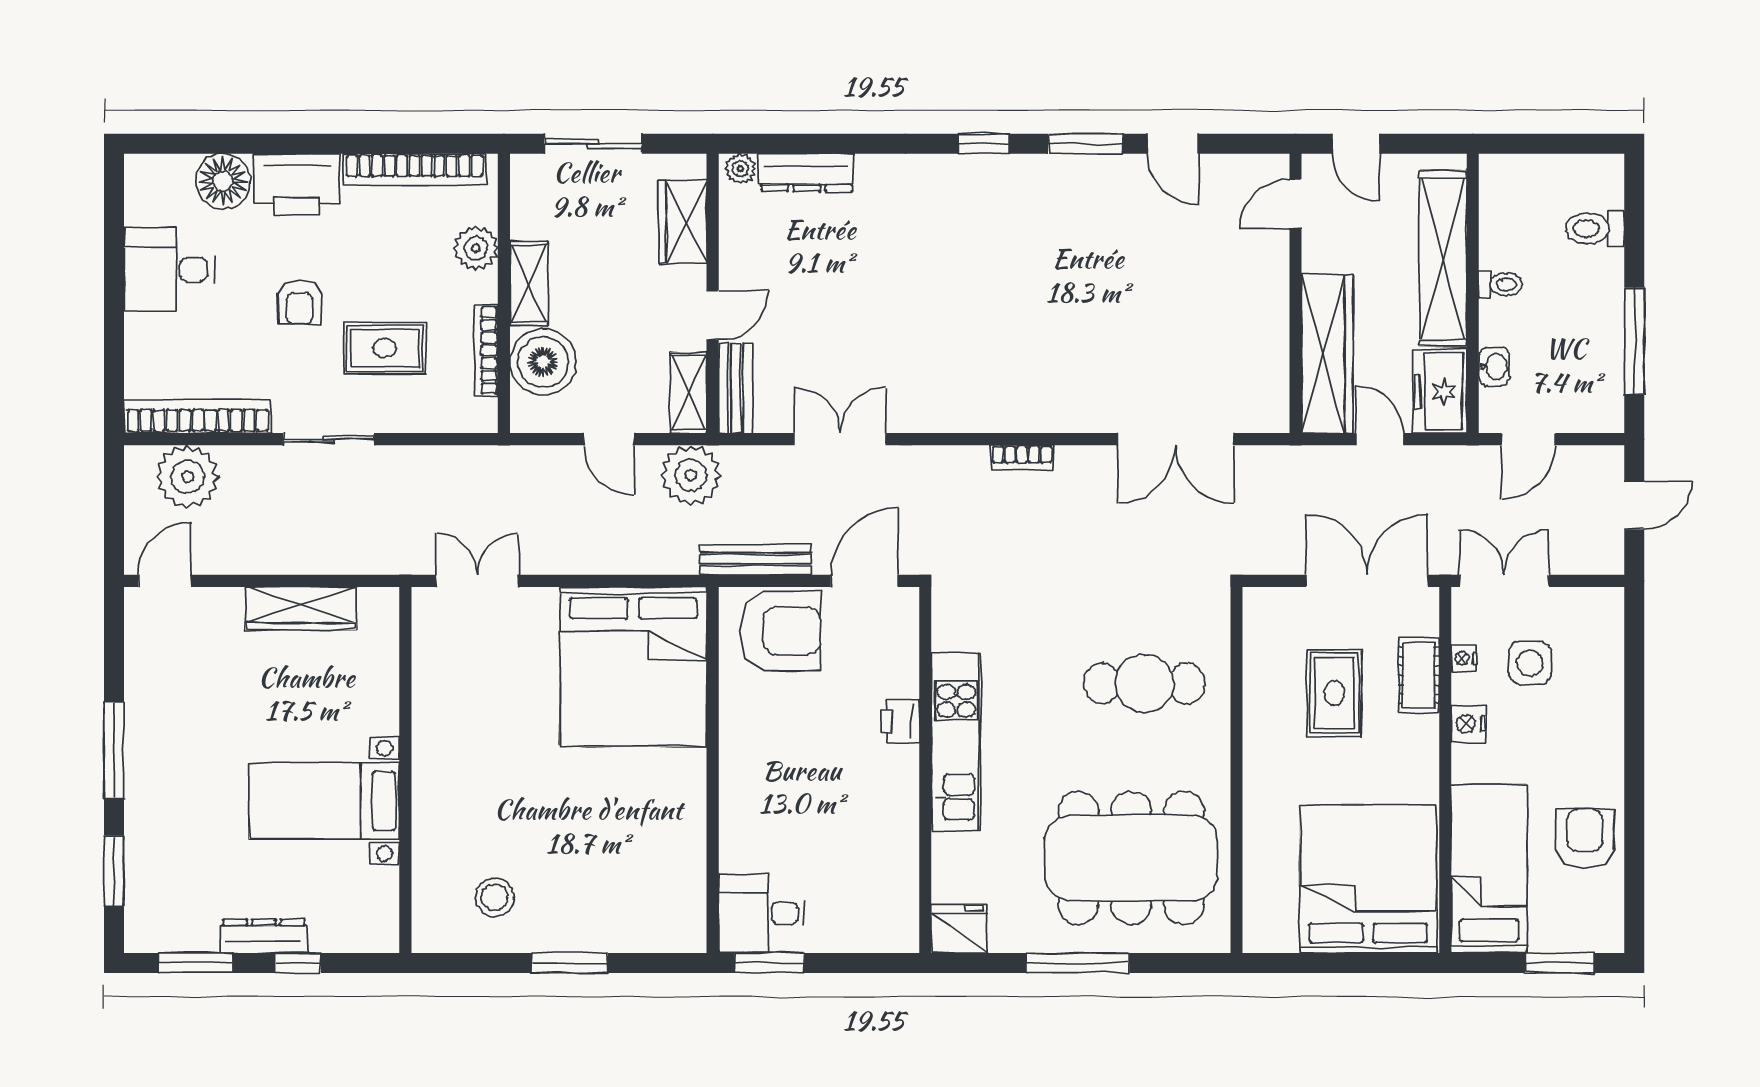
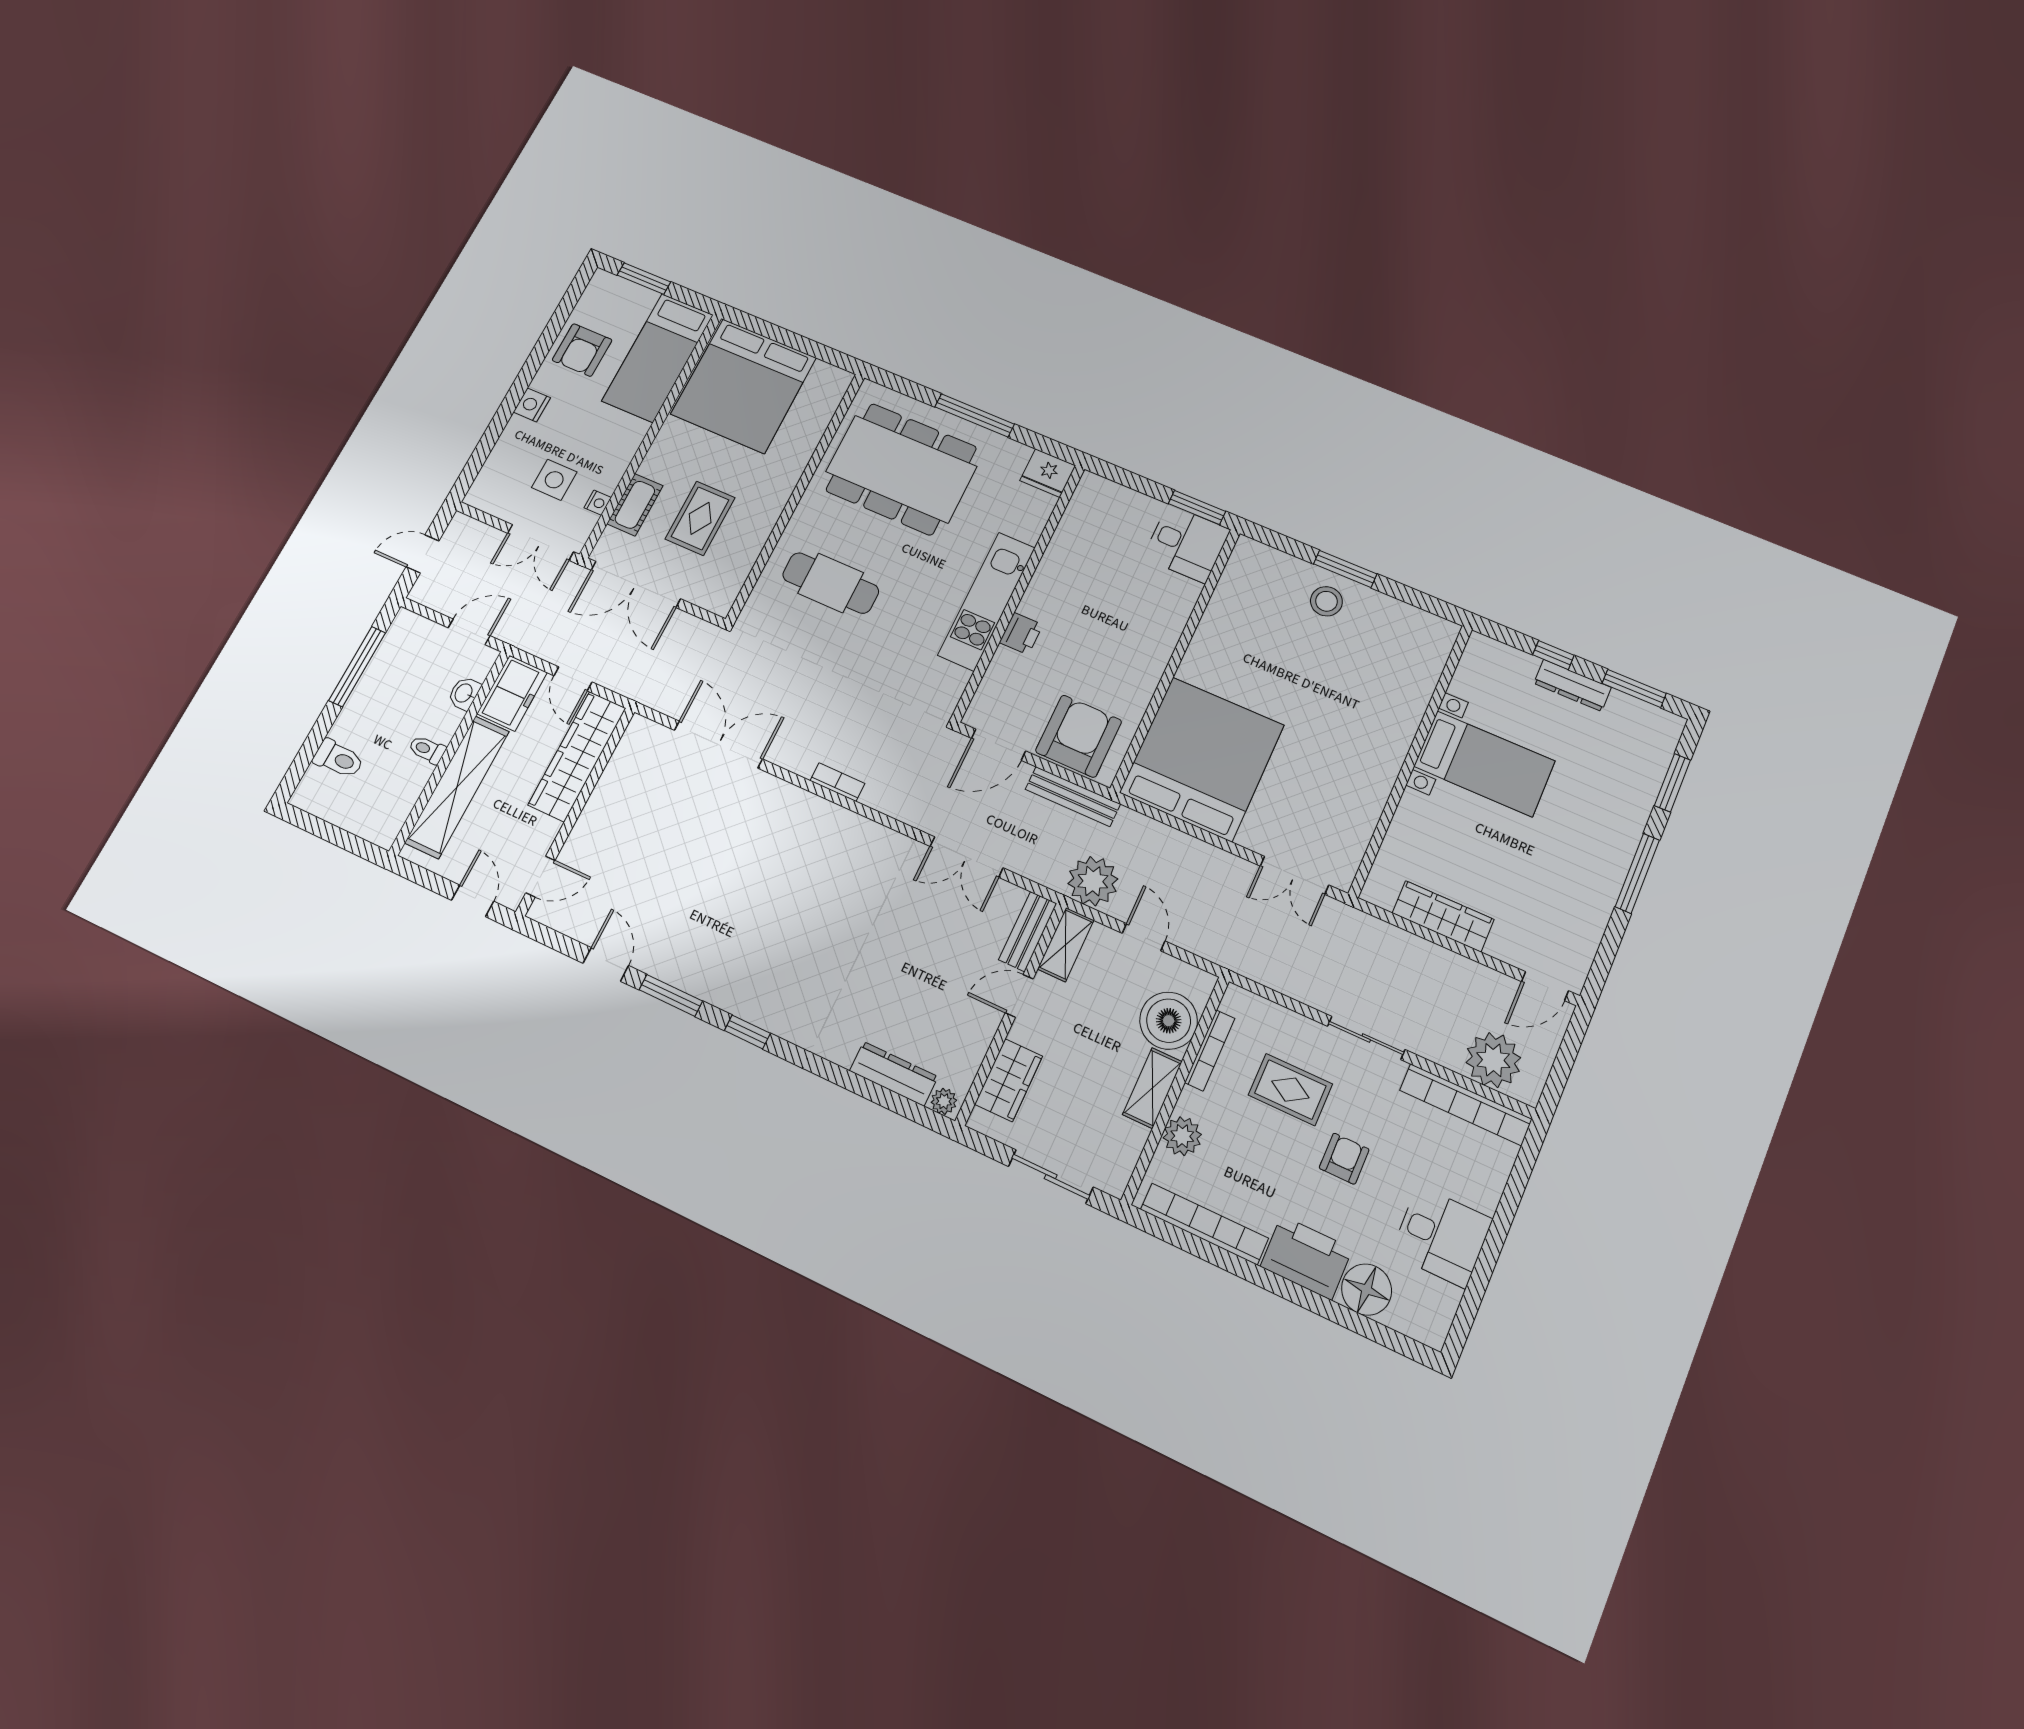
armchair: (781, 631) -> (1079, 736), turned 90
nightstand: (1468, 724) -> (532, 405), moved, turned 180
stool: (495, 897) -> (1326, 601), moved

